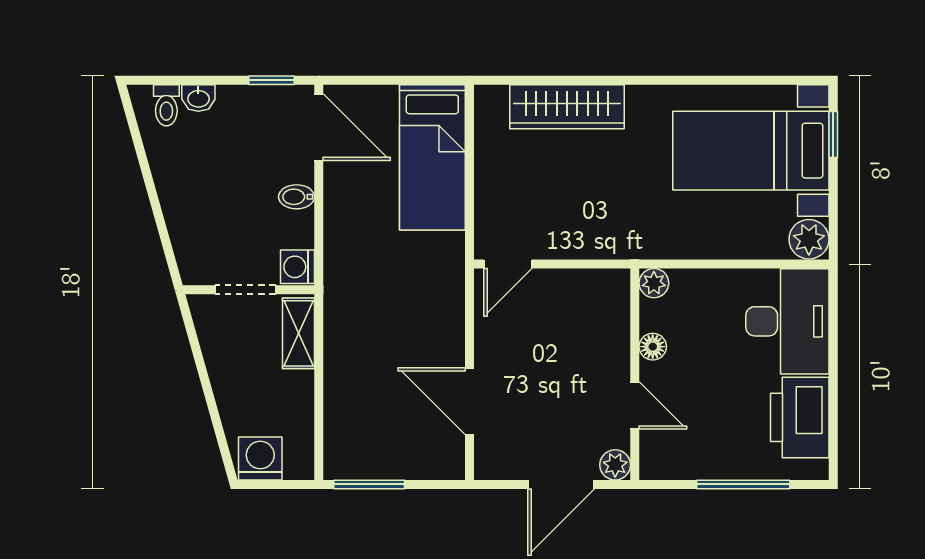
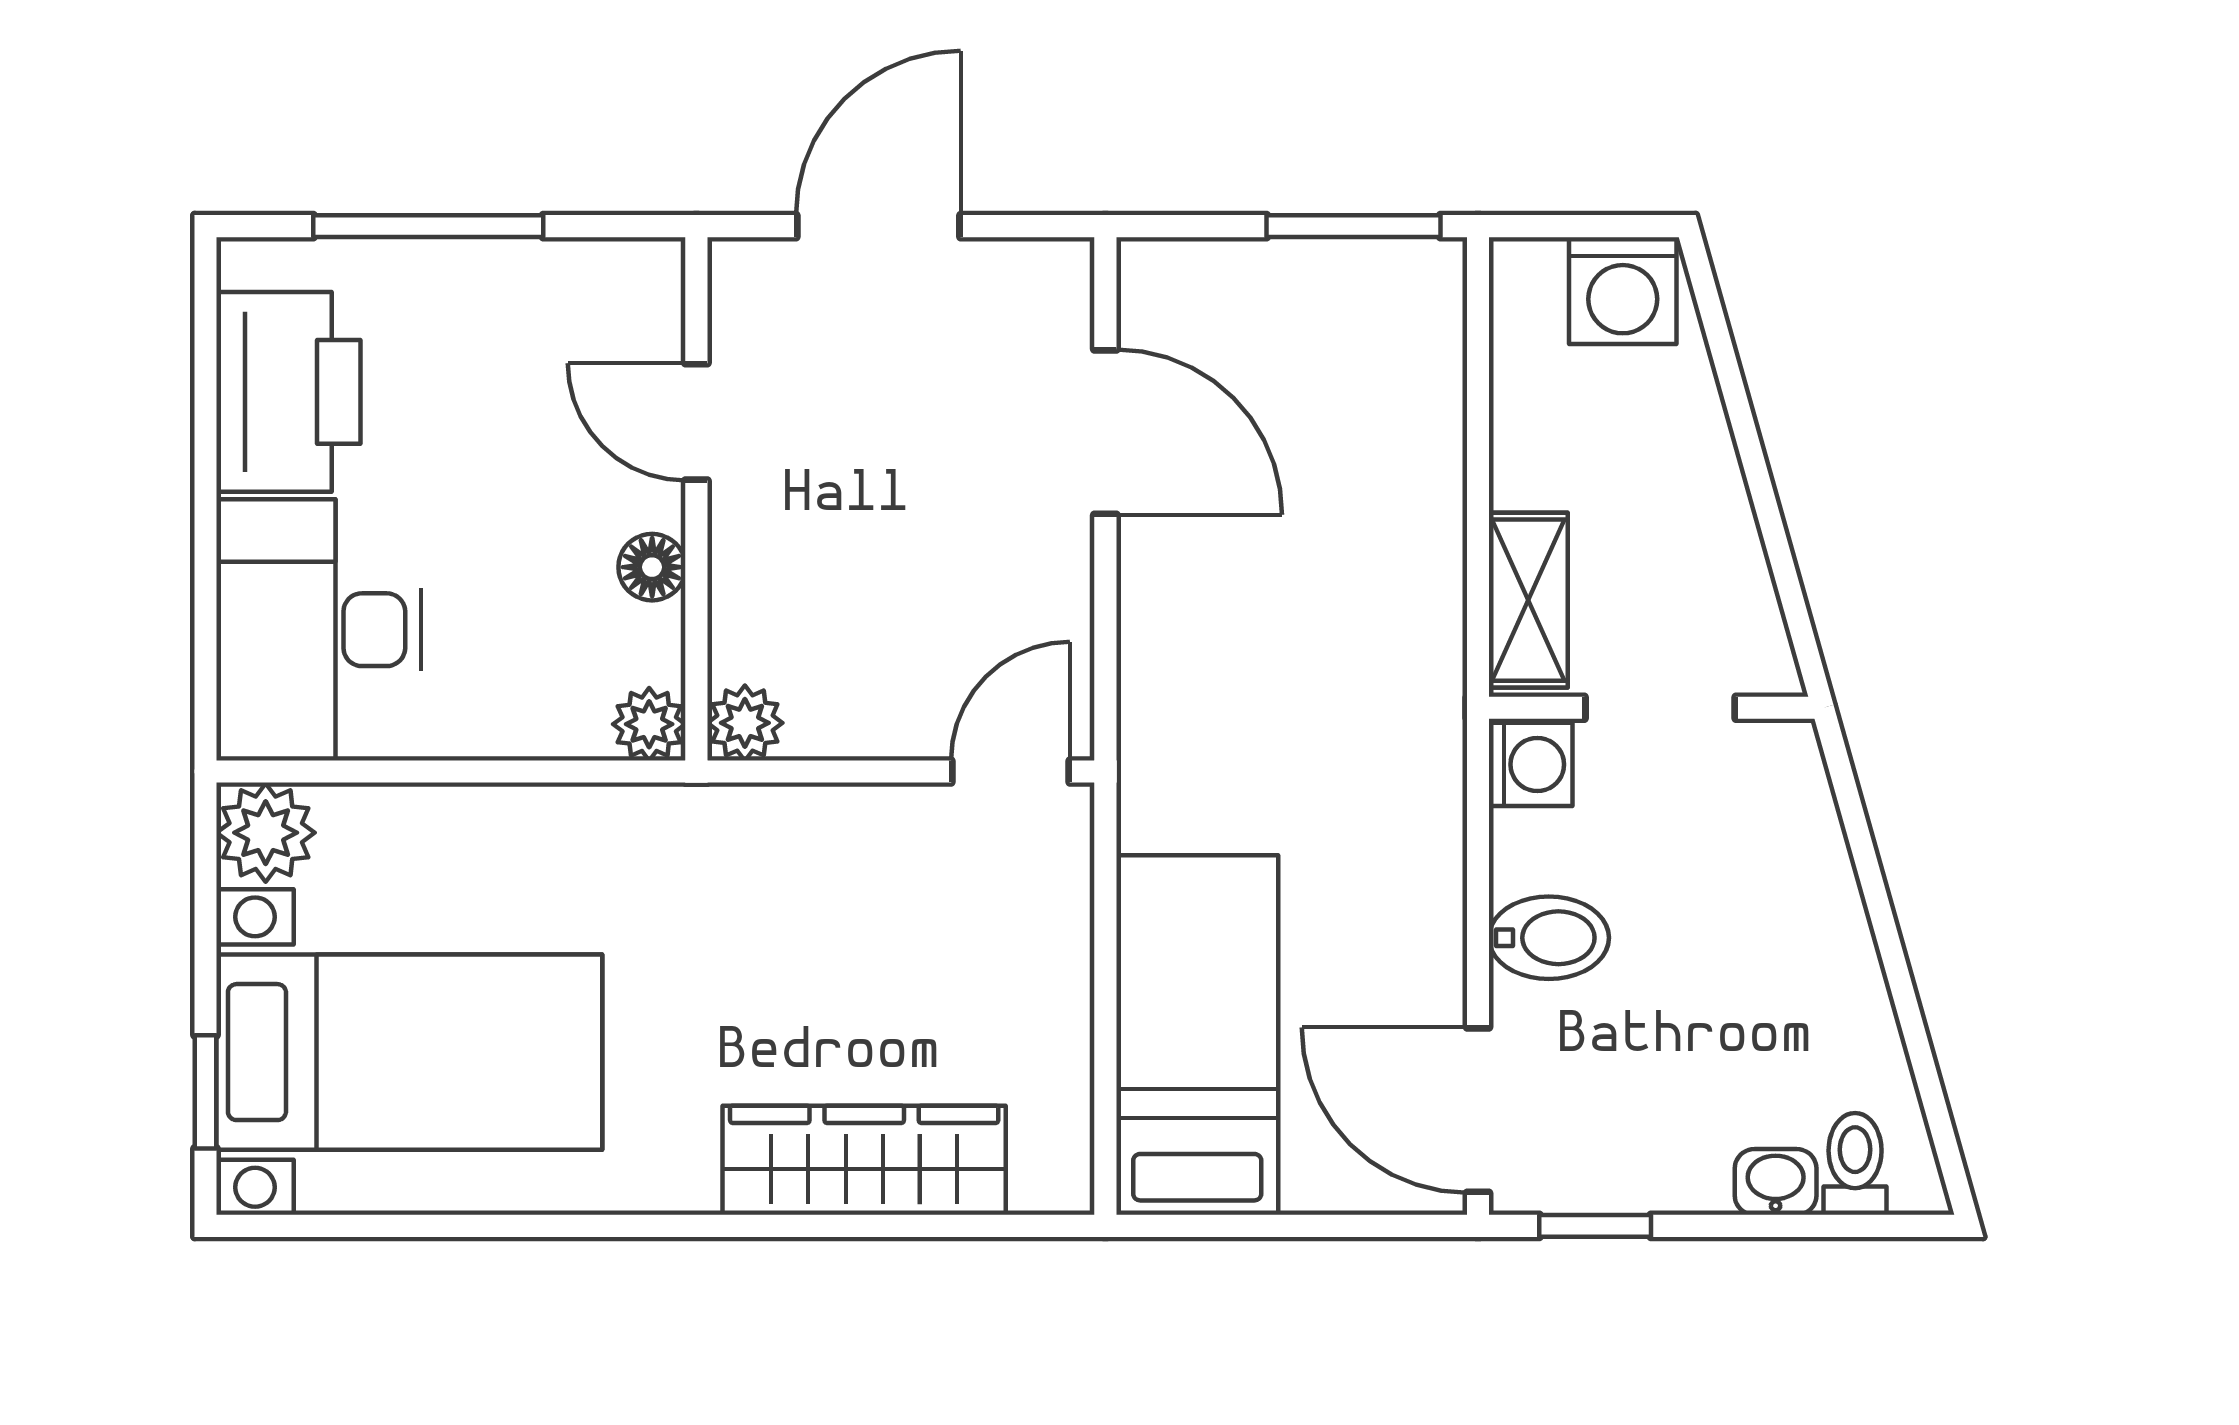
bidet: (297, 197) -> (1549, 938), width x1.38, depth x1.36
plant: (615, 465) -> (745, 723), moved

